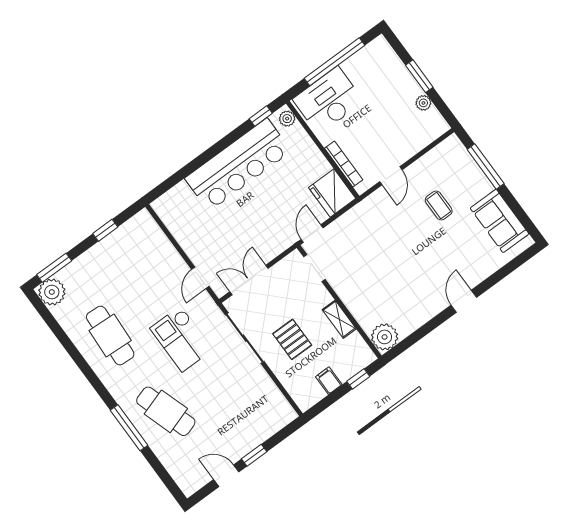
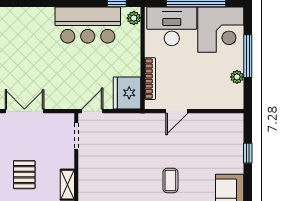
corner desk: (376, 70) -> (221, 30), added
window: (419, 76) -> (248, 56), width x1.44
bar counter: (238, 165) -> (88, 25), width x0.73
window: (486, 167) -> (248, 153), width x0.46
coffee table: (439, 205) -> (170, 181), moved

